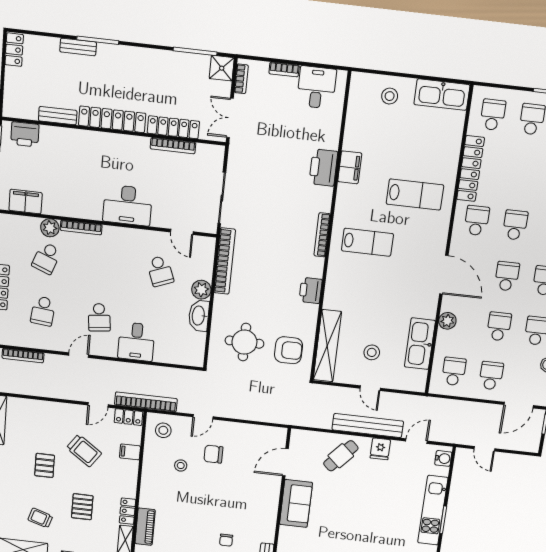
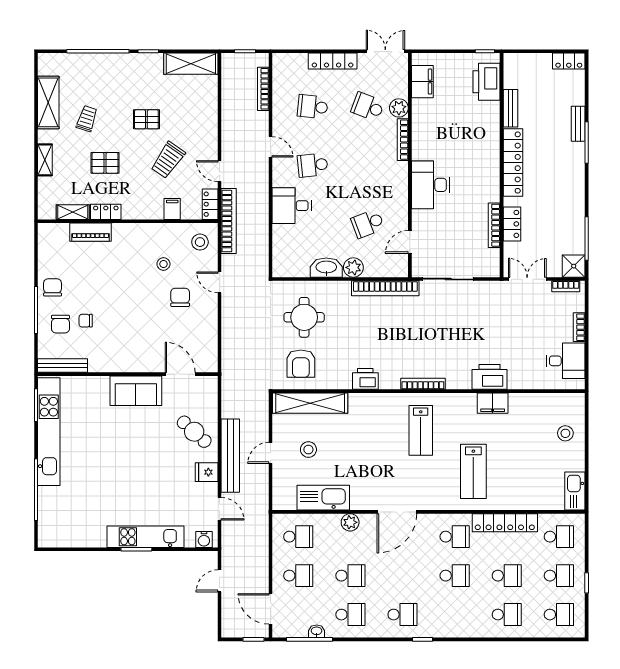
kitchen sink: (442, 95) -> (575, 491), width x0.73, depth x0.81
locker: (173, 127) -> (512, 224), width x0.66
printer: (25, 134) -> (487, 82), width x1.37, depth x1.19
school desk: (507, 276) -> (507, 576), moved

